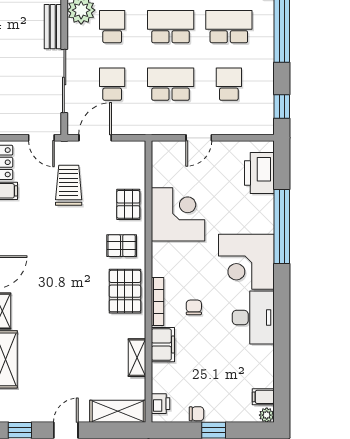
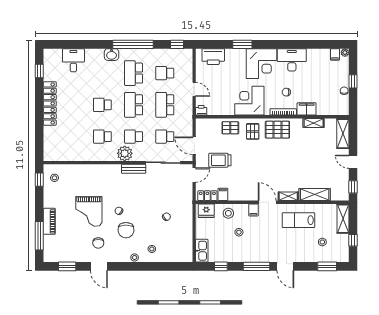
corner desk: (178, 214) -> (249, 101), moved
window: (282, 227) -> (242, 44), width x0.47
printer: (161, 404) -> (201, 110), moved

